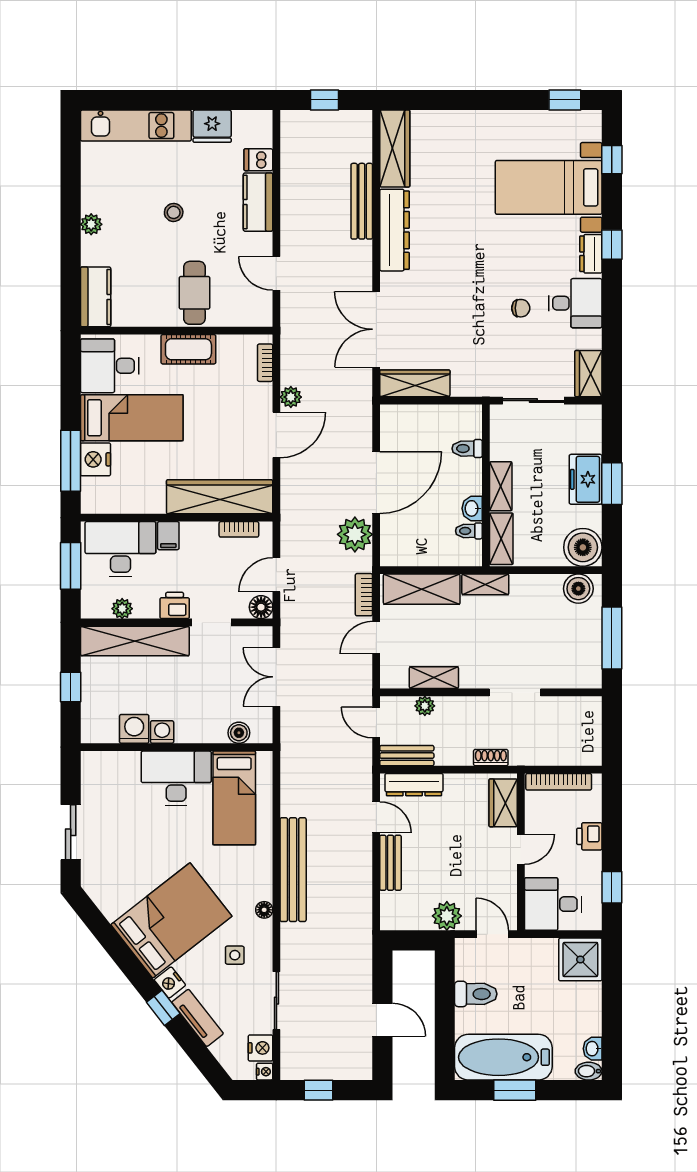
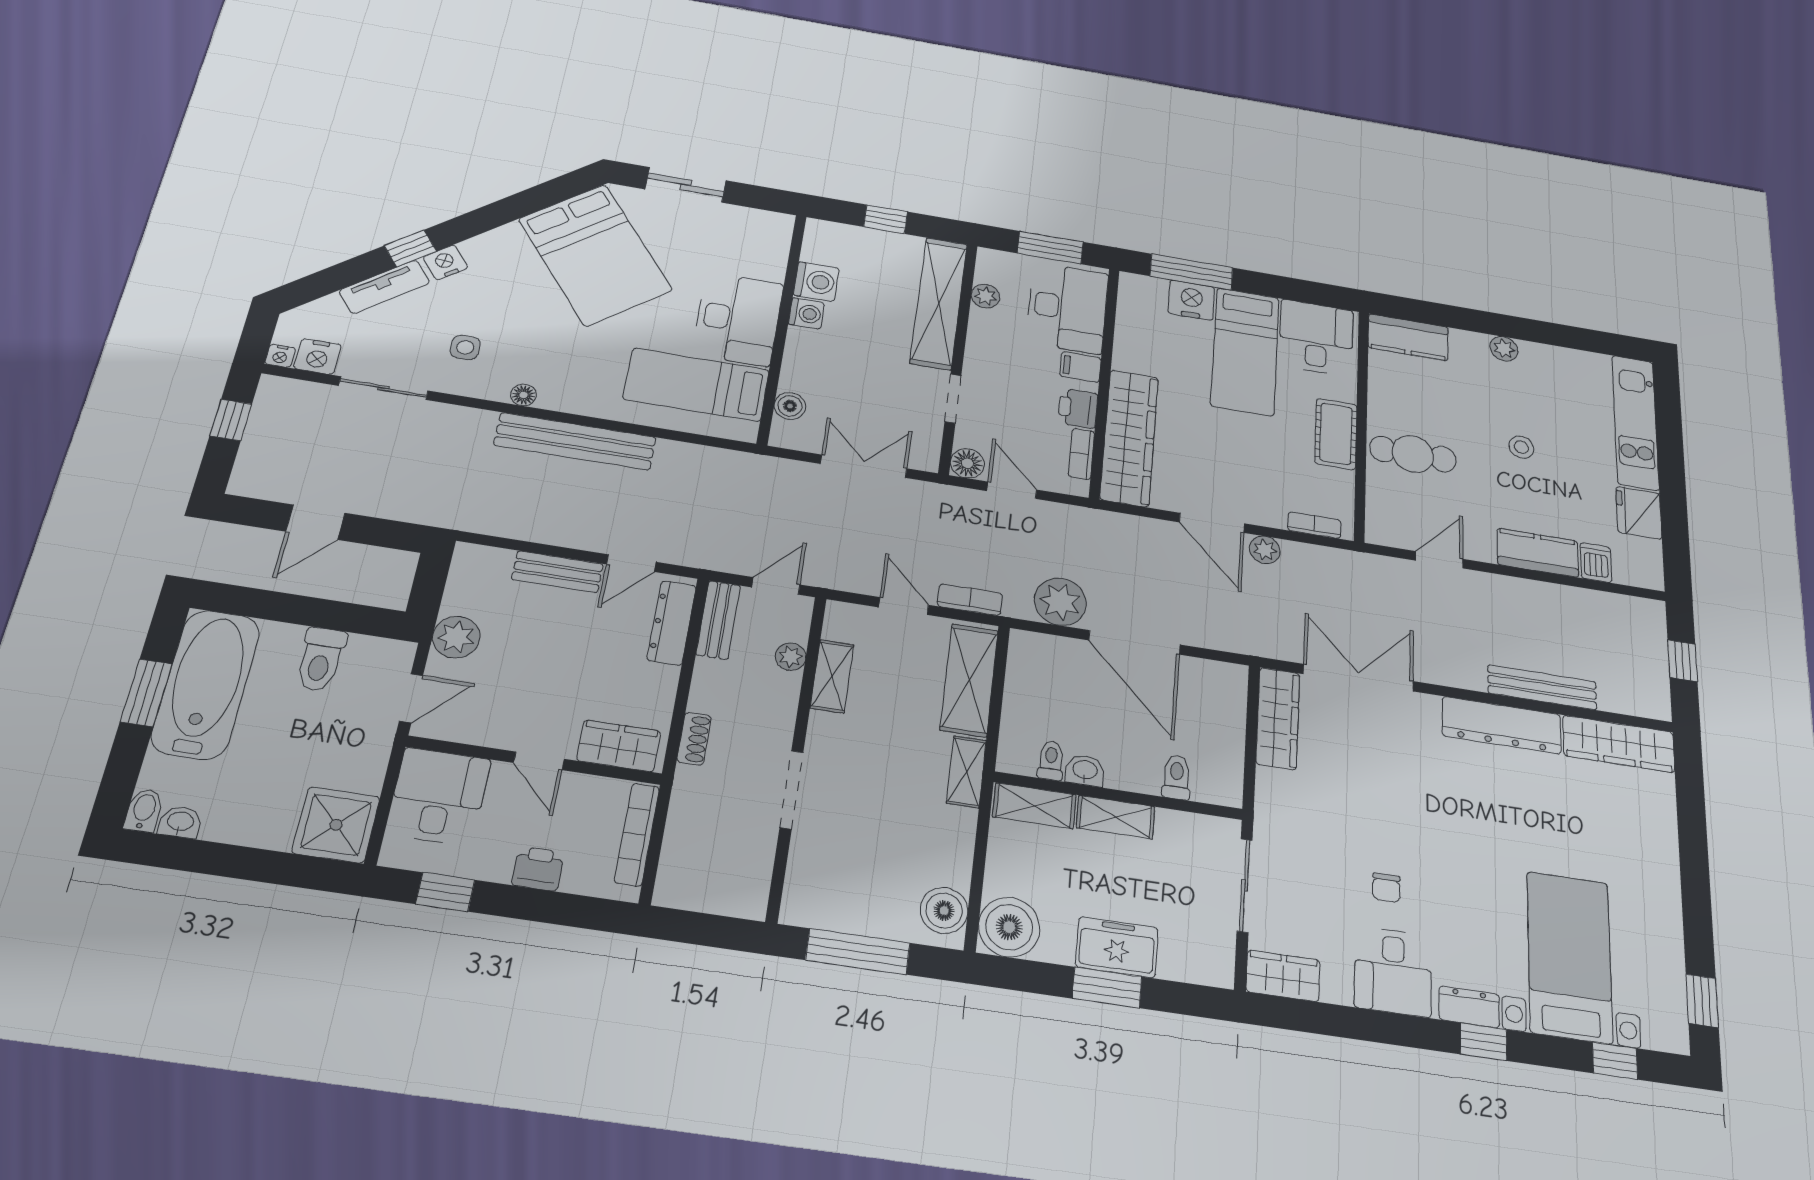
printer: (175, 605) -> (1078, 408), moved, turned 180
bed: (171, 920) -> (595, 255), moved

